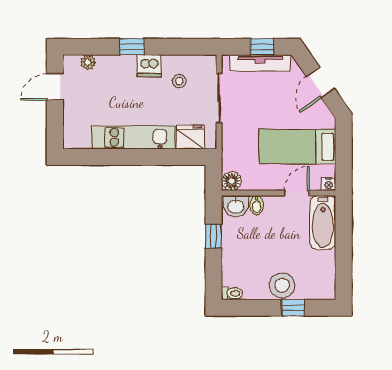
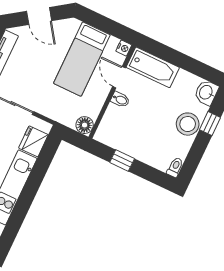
bidet: (257, 205) -> (120, 100), moved
washbasin: (236, 206) -> (206, 92), moved, turned 180

